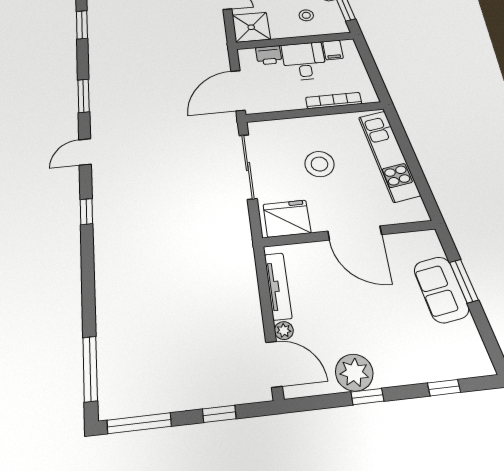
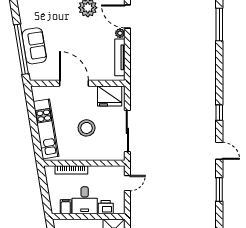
door: (238, 91) -> (127, 183), width x0.53
door: (85, 152) -> (219, 151), hinge flipped
window: (464, 281) -> (21, 49), width x2.11

